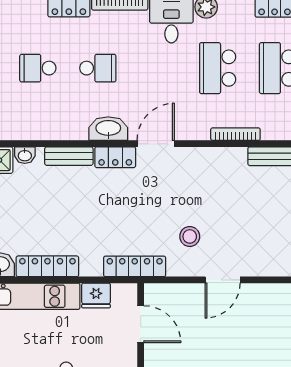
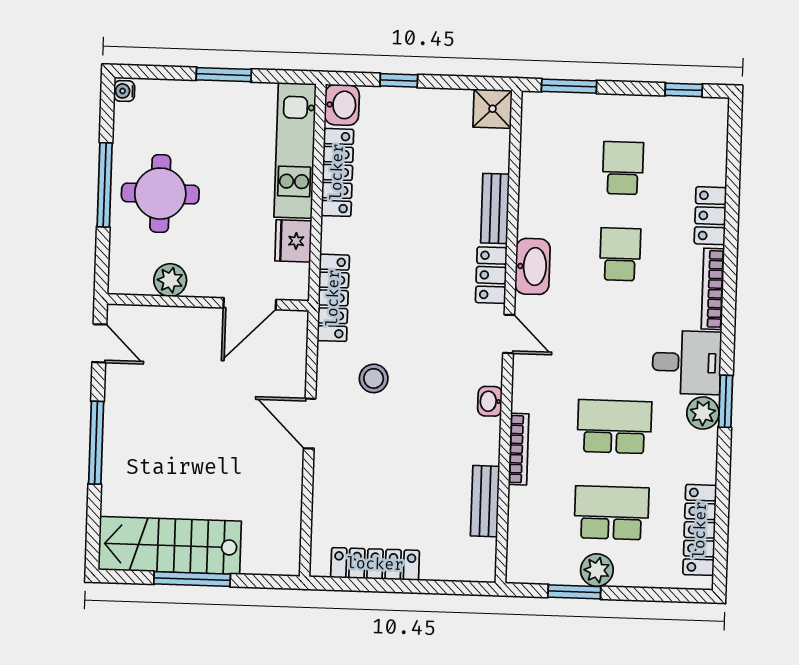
school desk: (98, 68) -> (620, 254), turned 180
door: (156, 144) -> (509, 334), width x0.73
washbasin: (25, 155) -> (490, 401), moved

